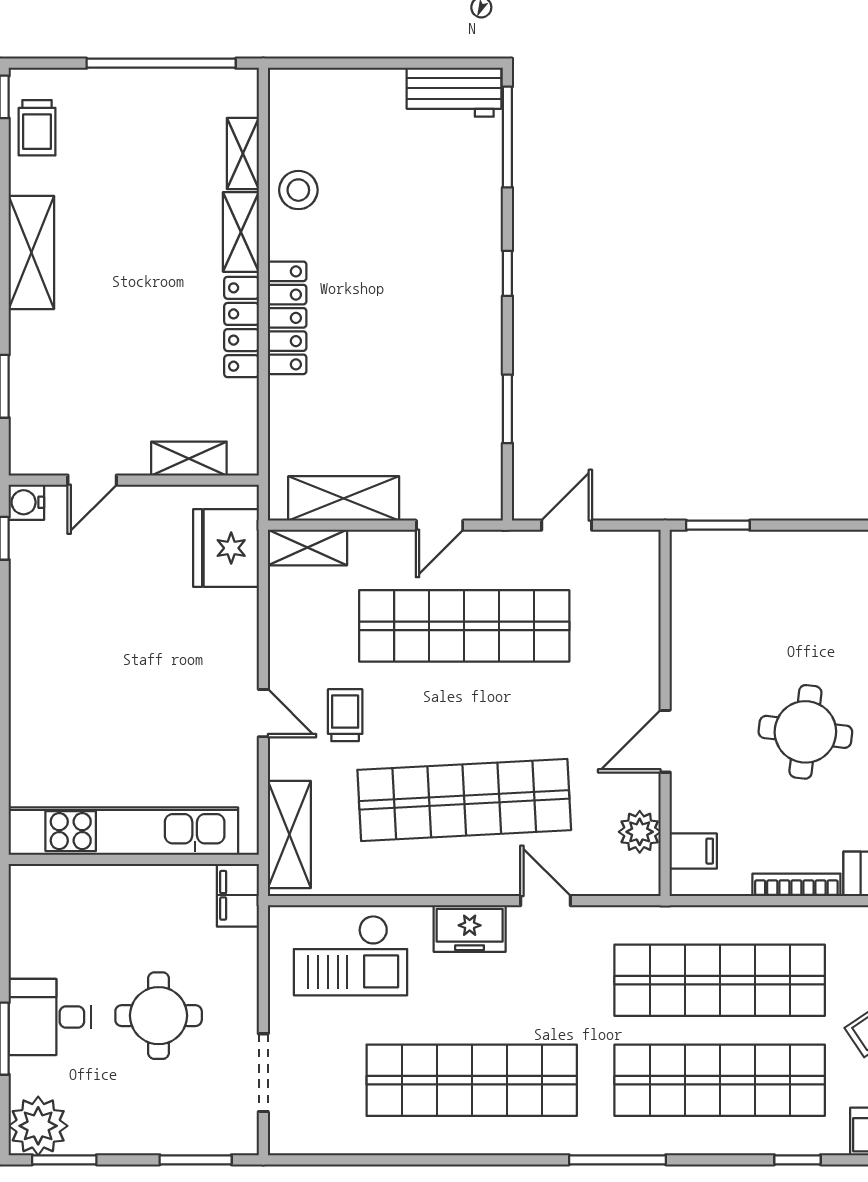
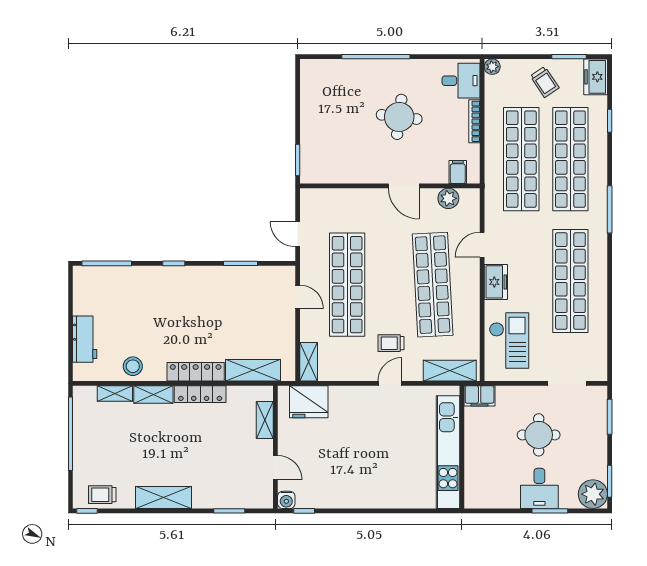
workbench: (454, 92) -> (85, 339), moved
trolley: (37, 128) -> (102, 495), turned 180
shelving: (344, 498) -> (253, 370), moved, turned 90

